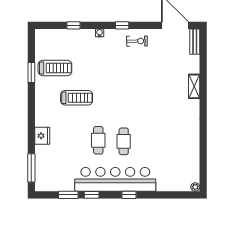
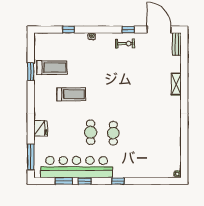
window: (122, 25) -> (128, 30), moved
bar counter: (115, 179) -> (77, 167), moved

